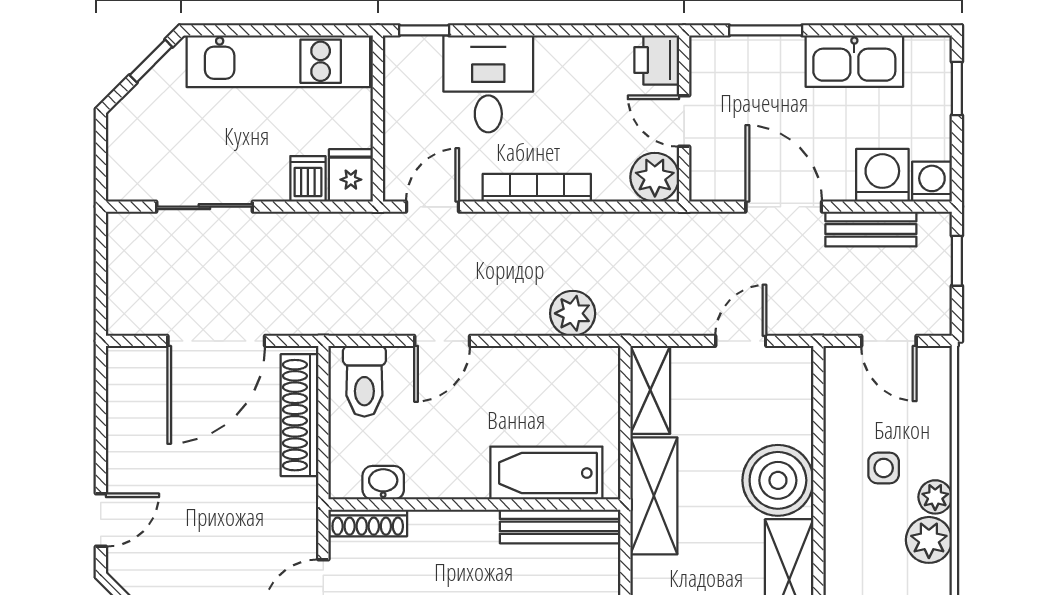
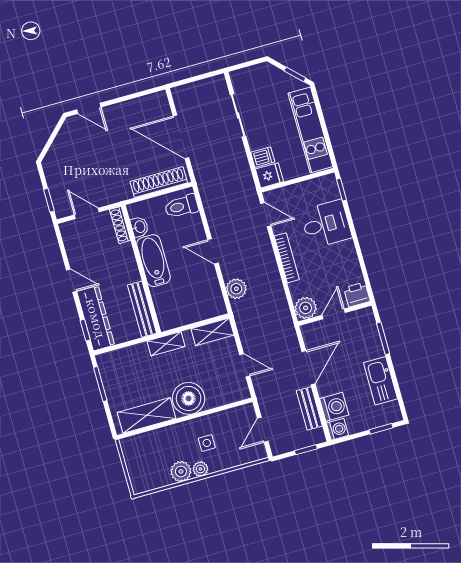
door: (442, 341) -> (213, 251), moved
bathtub: (546, 473) -> (153, 261), moved
shelving: (654, 496) -> (166, 344), width x0.67, depth x0.75

